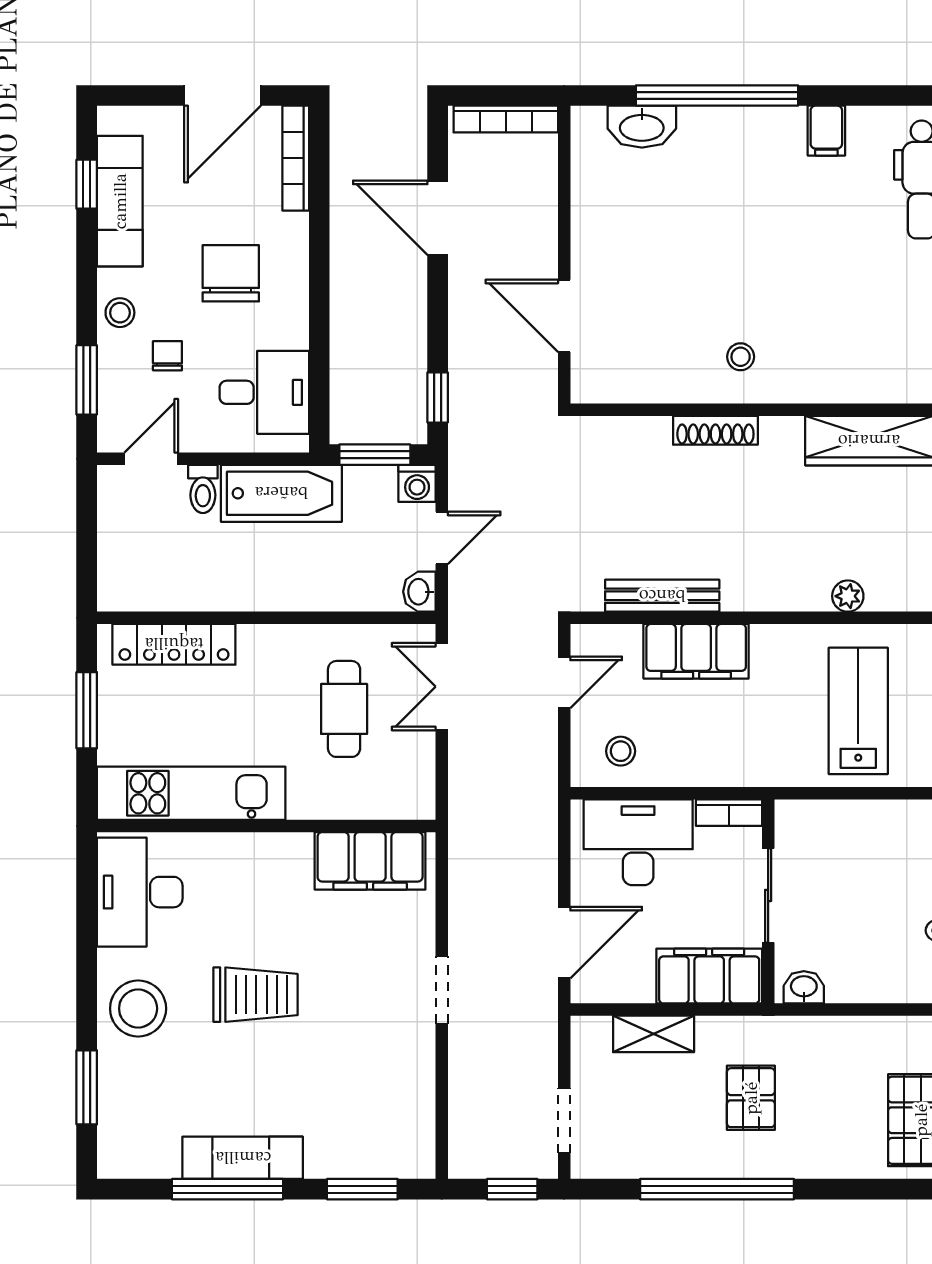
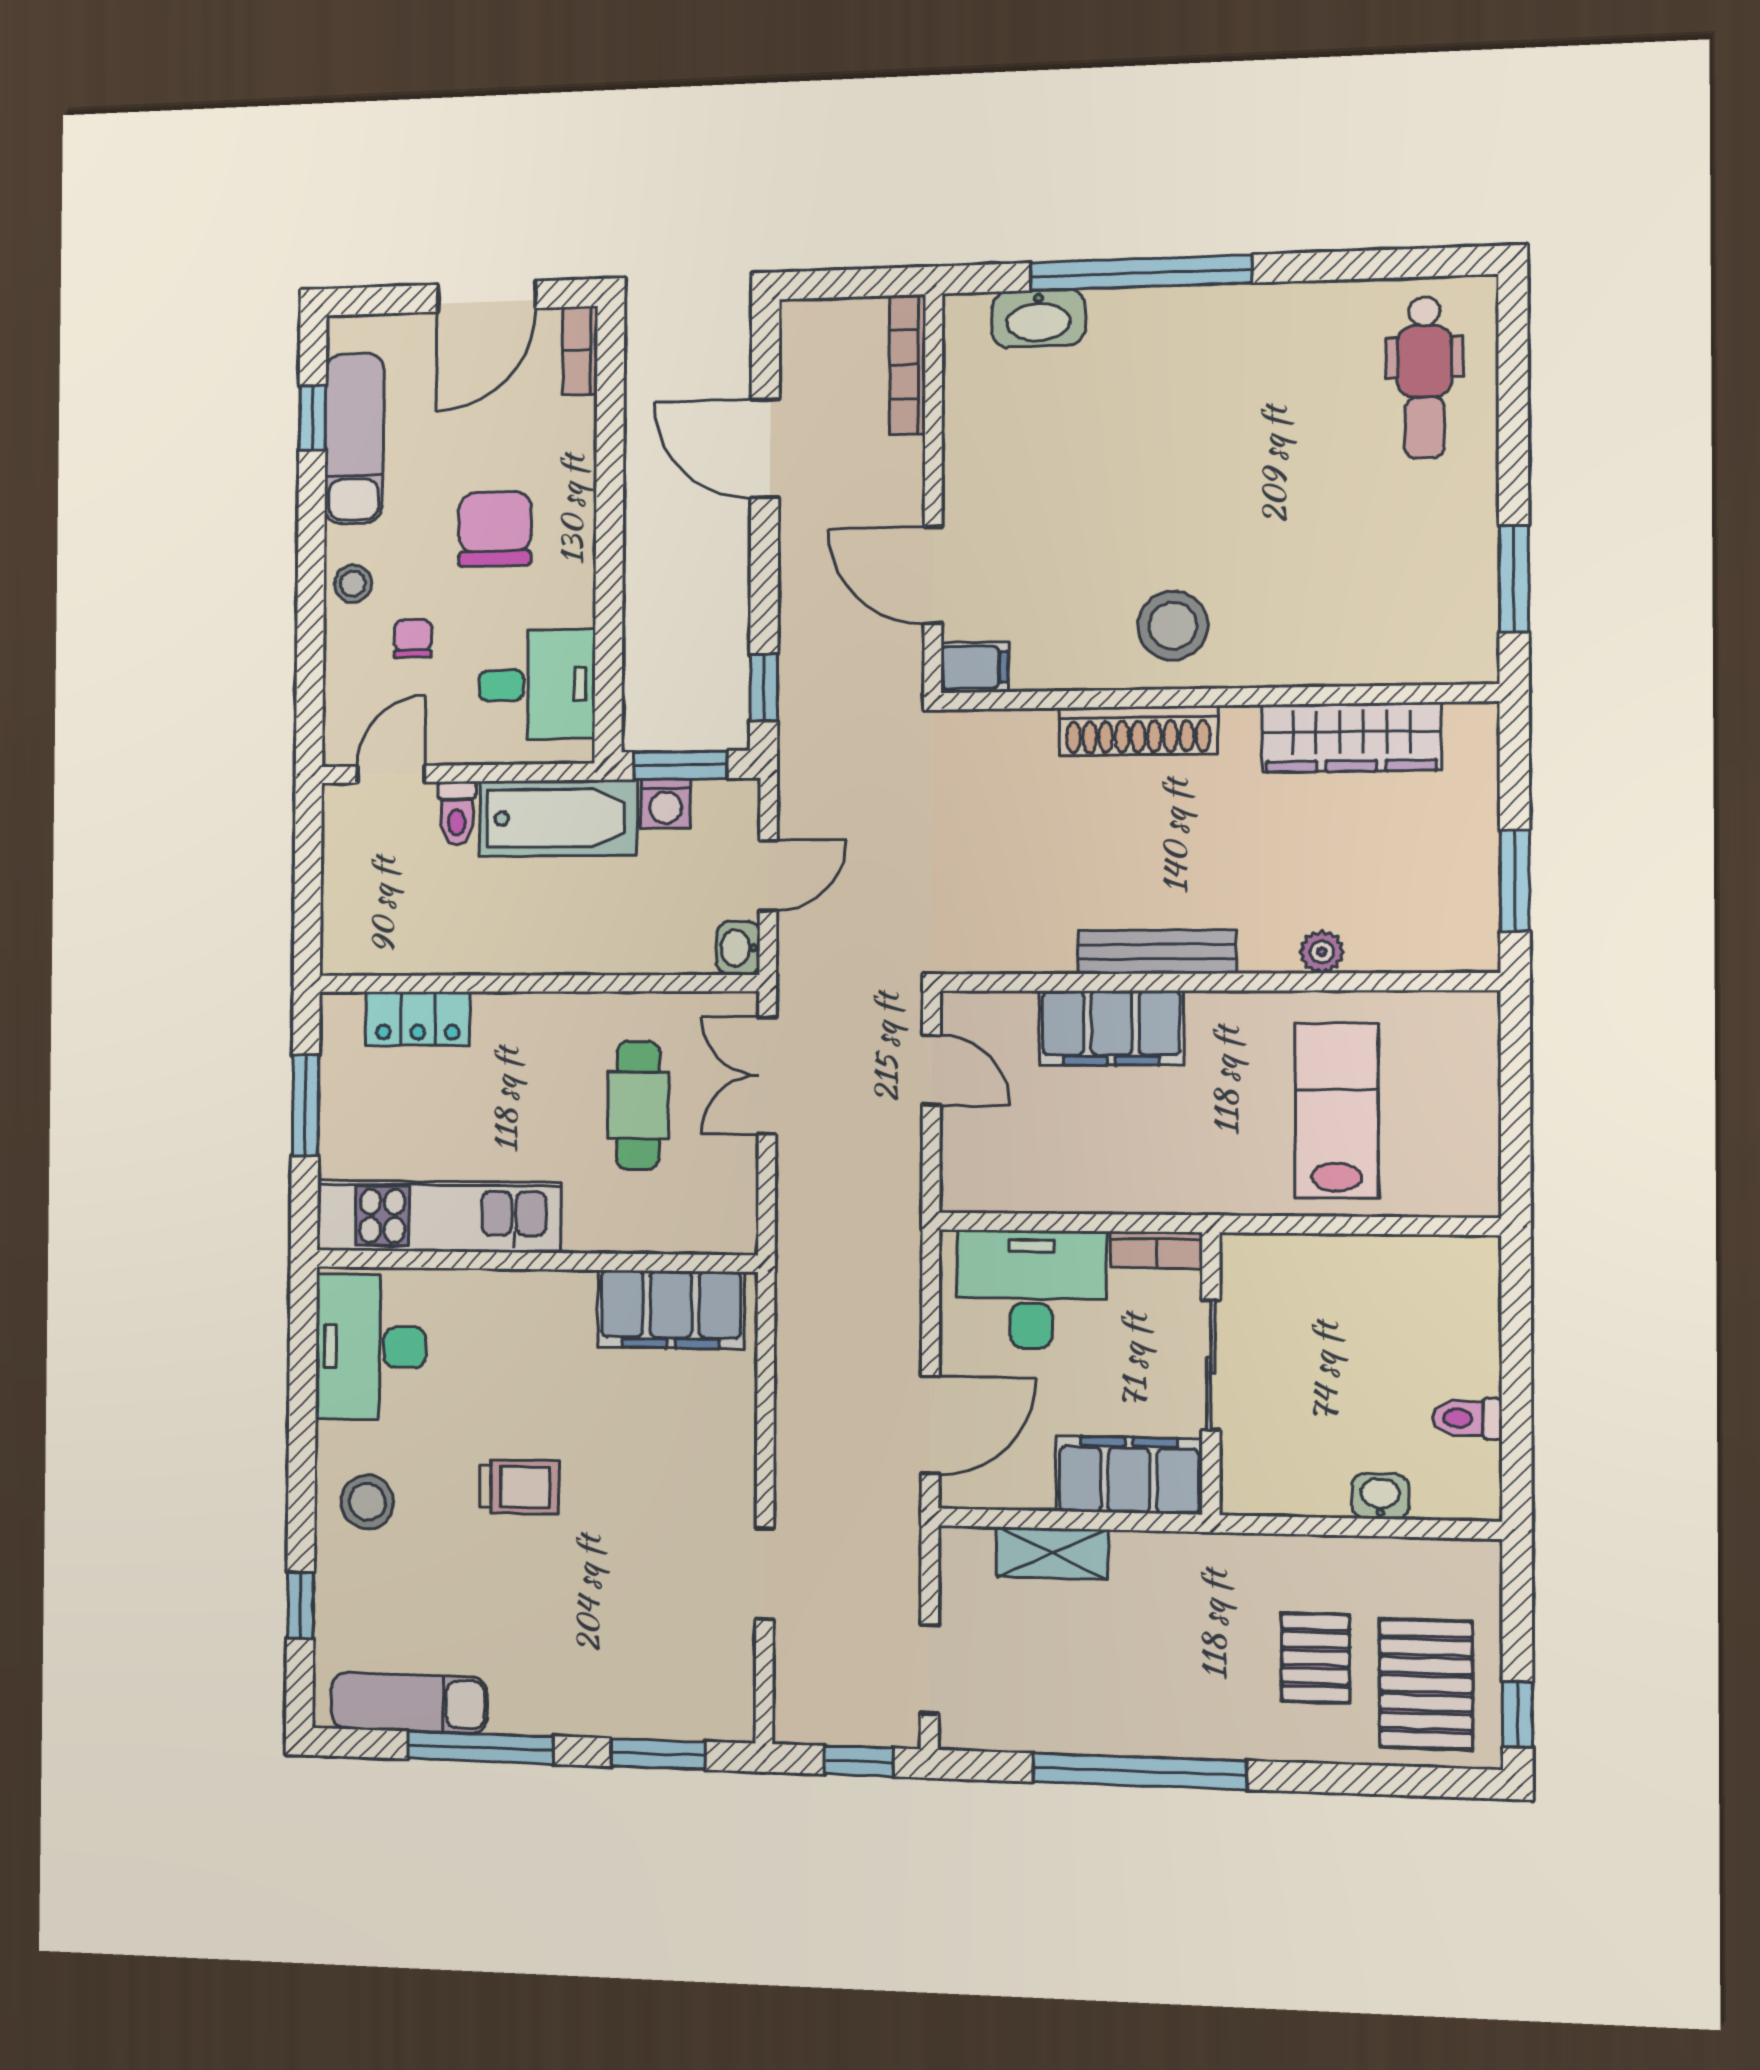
bookcase: (506, 119) -> (908, 365), moved, turned 90
filing cabinet: (826, 131) -> (974, 667), moved, turned -90
bookcase: (296, 158) -> (580, 350), width x0.64
stool: (741, 357) -> (1173, 626), width x1.89, depth x1.89
window: (87, 380) -> (310, 672), removed
shoe rack: (715, 430) -> (1138, 731), width x1.36, depth x1.24
washing machine: (417, 483) -> (666, 804), moved
bench: (662, 596) -> (1157, 952), moved
locker: (174, 644) -> (418, 1019), width x0.66
door: (564, 682) -> (931, 1070), hinge flipped
stool: (621, 751) -> (1008, 1164), removed
washbasin: (804, 987) -> (1380, 1496), moved
doorway: (442, 990) -> (765, 1574), moved
trolley: (256, 995) -> (519, 1487), width x0.73, depth x0.72
stool: (138, 1009) -> (367, 1502), width x0.73, depth x0.73
window: (87, 1087) -> (300, 1605), width x0.67
pallet: (751, 1098) -> (1316, 1658), moved
exam couch: (243, 1158) -> (409, 1703), moved

